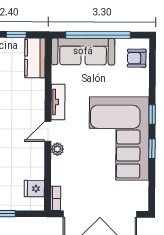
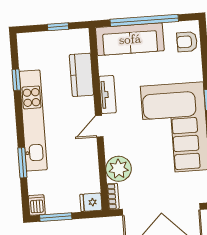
kitchen counter: (35, 58) -> (81, 75), moved
plant: (57, 149) -> (119, 169), moved, width x1.87, depth x1.87
fridge: (34, 189) -> (91, 202), moved

